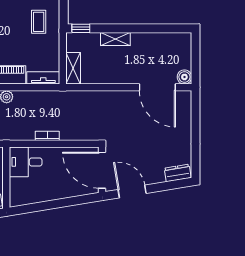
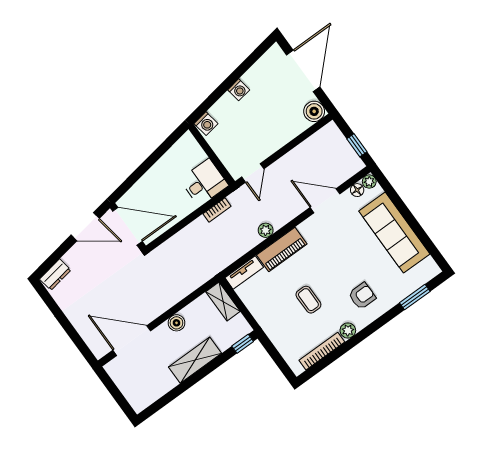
coffee table: (39, 22) -> (308, 300), moved
shelving: (115, 39) -> (195, 360), width x1.50, depth x1.33
boiler: (184, 77) -> (176, 323), moved
bookcase: (47, 136) -> (217, 210), moved

